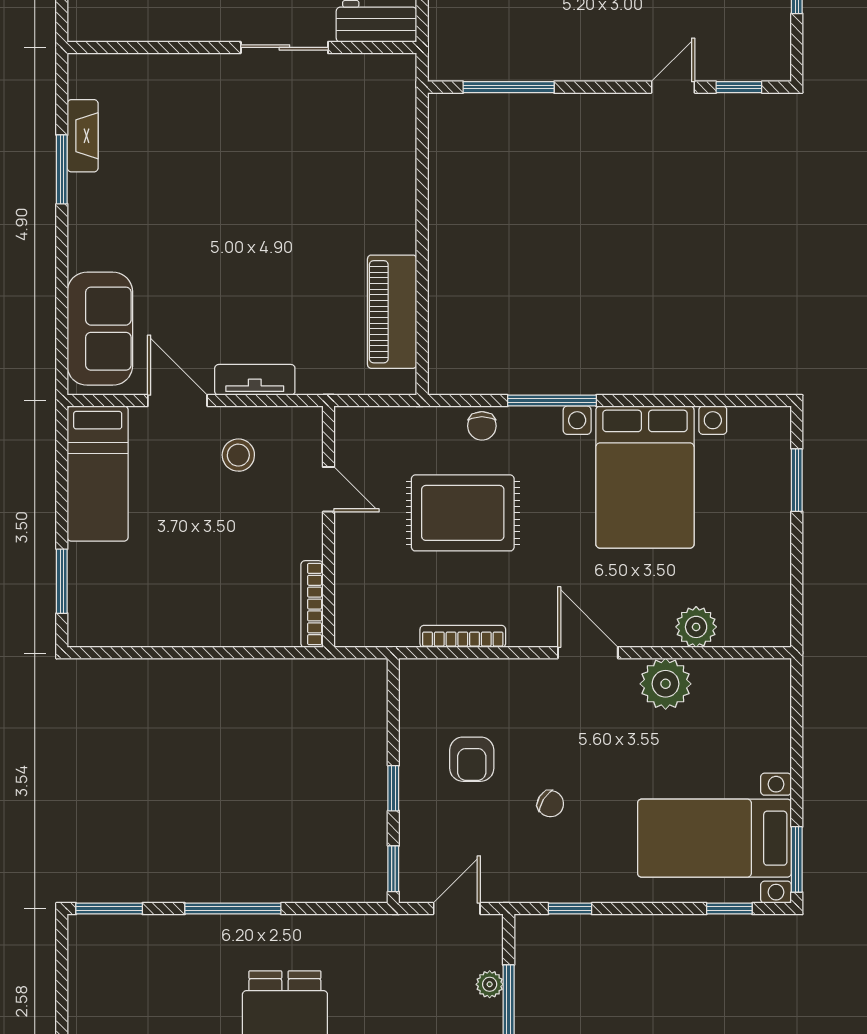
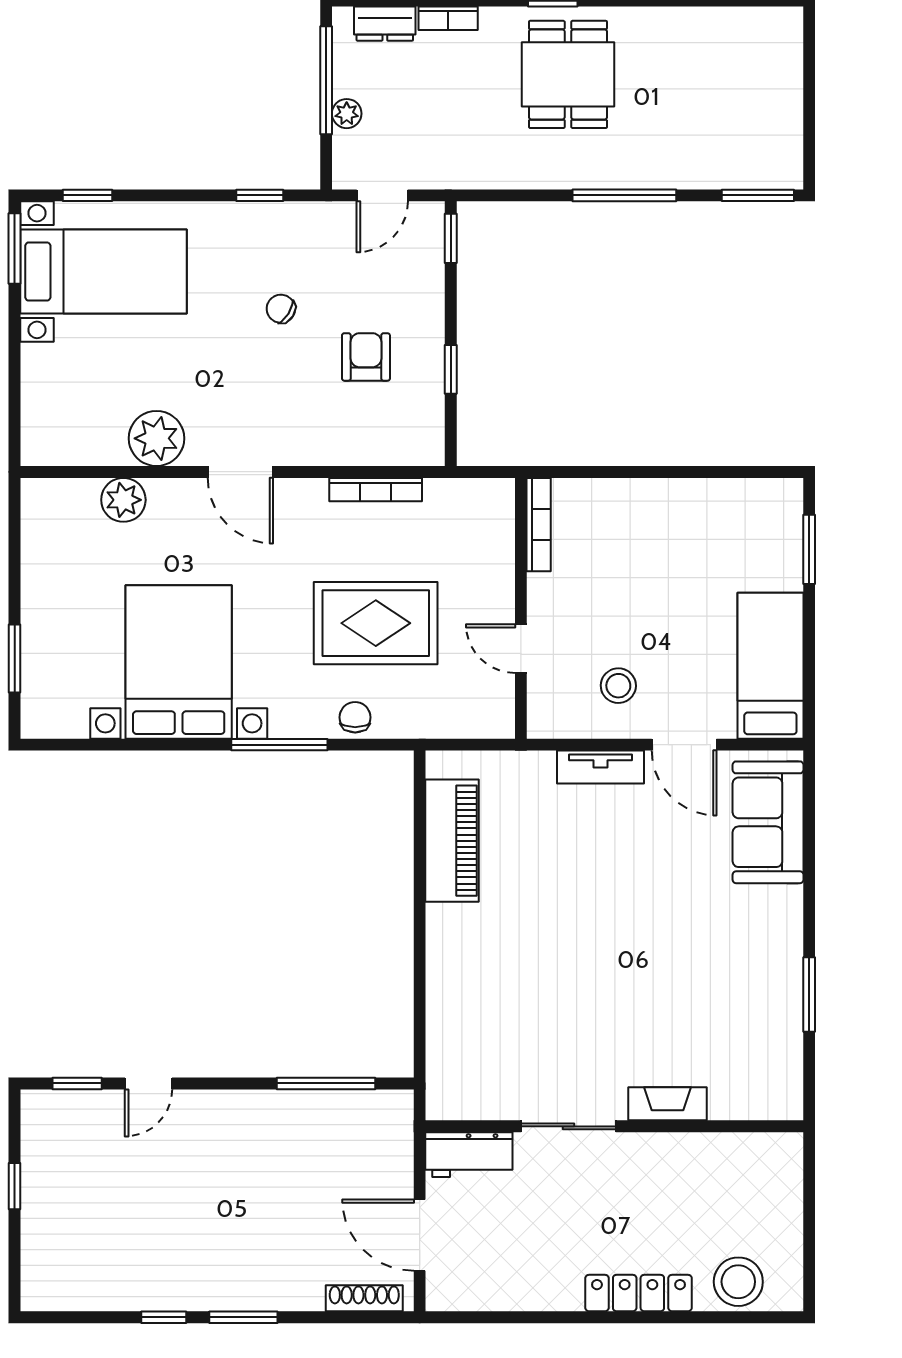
fireplace: (83, 136) -> (668, 1104), moved, turned 90
window: (393, 788) -> (451, 369), moved

